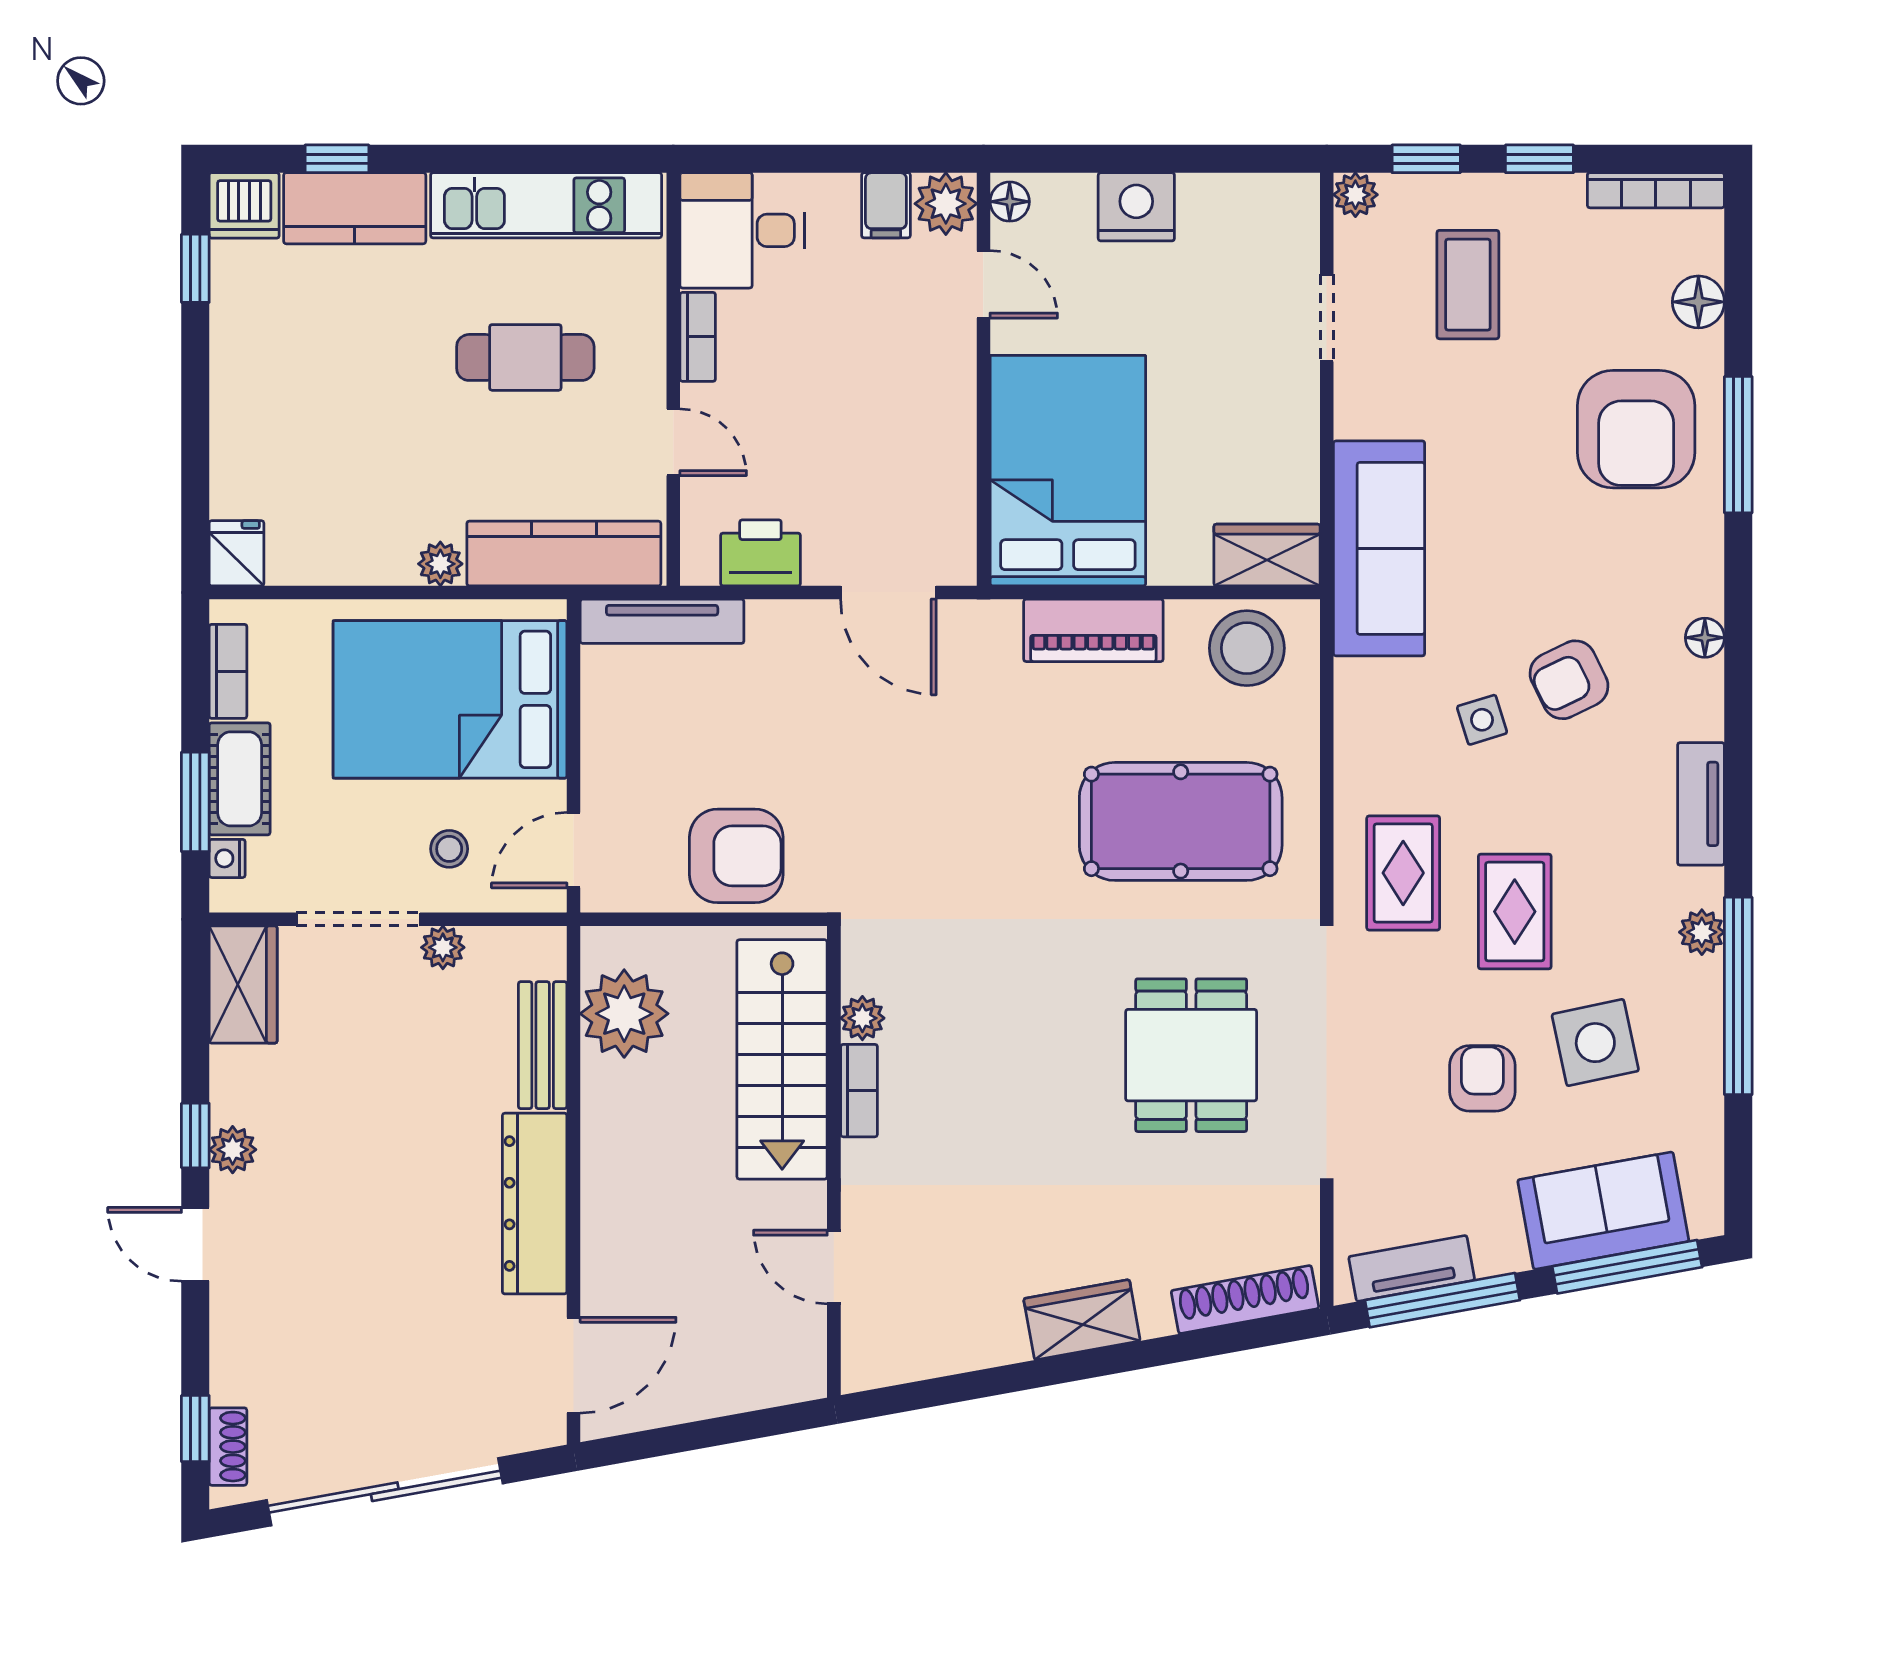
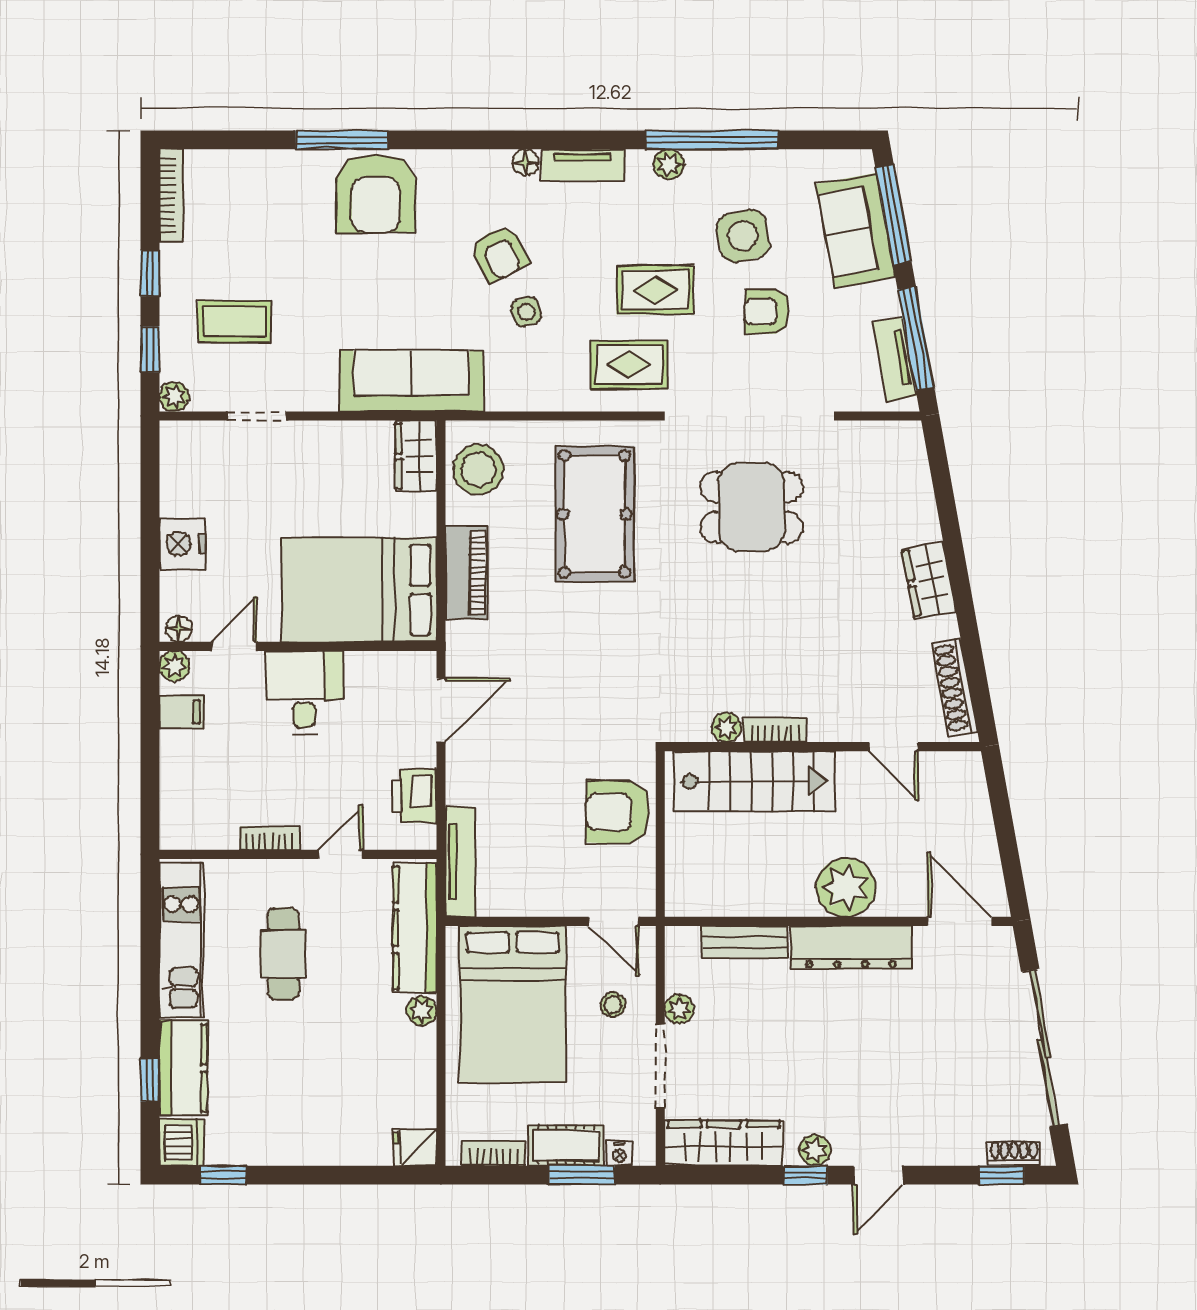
plant: (946, 204) -> (174, 666), width x0.73, depth x0.73
desk: (742, 230) -> (304, 693), moved, turned 180
floor lamp: (1698, 302) -> (246, 167), removed
armchair: (1636, 429) -> (376, 193), moved, turned 90
floor lamp: (1705, 638) -> (526, 162), moved
armchair: (736, 856) -> (618, 812), turned -88
wardrobe: (243, 985) -> (724, 1143), width x1.50
plant: (624, 1014) -> (846, 887), moved
door: (834, 1267) -> (894, 747), hinge flipped
shoe rack: (1245, 1299) -> (955, 687), moved

